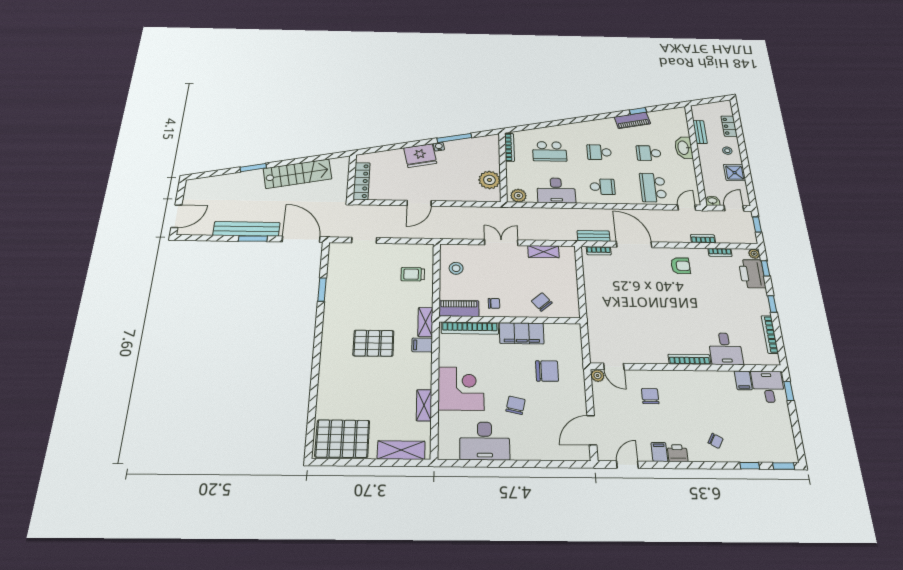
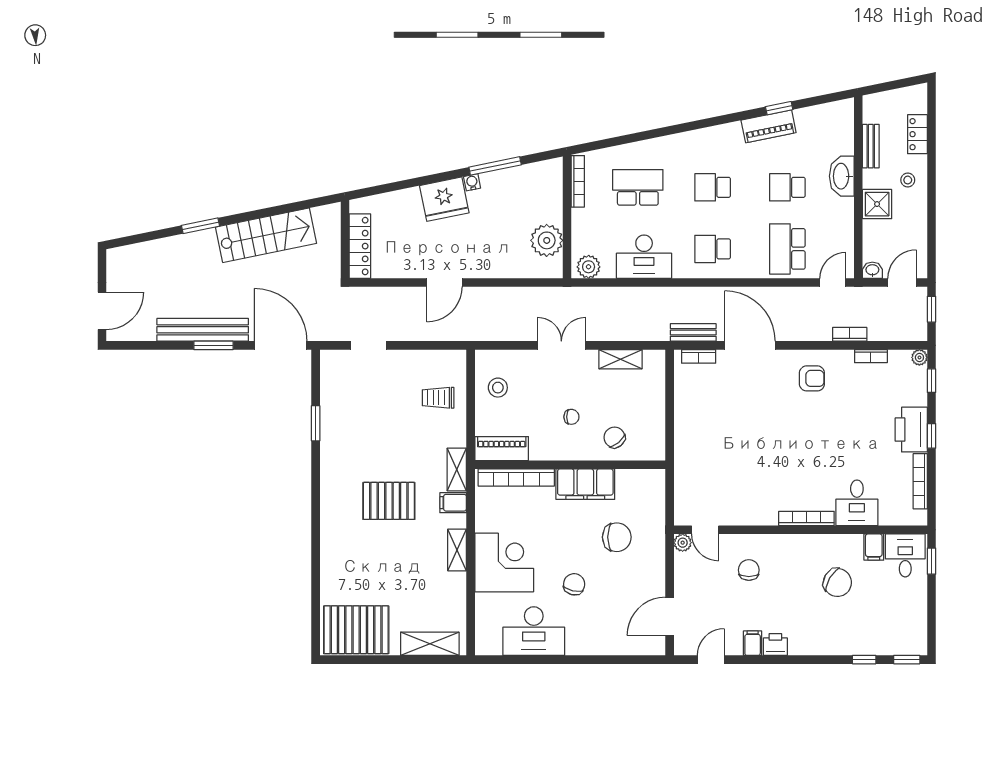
school desk: (550, 151) -> (638, 187), turned 180
shower: (735, 173) -> (877, 204), moved
school desk: (602, 187) -> (713, 249), turned 180
printer: (752, 274) -> (911, 430), moved
chair: (494, 303) -> (571, 417), moved
shelving: (424, 405) -> (457, 550), moved
chair: (716, 441) -> (837, 582), moved, width x1.87, depth x1.87

